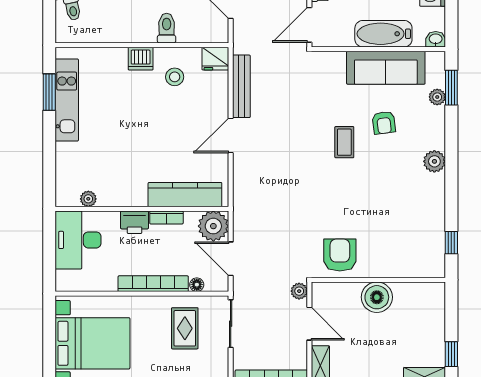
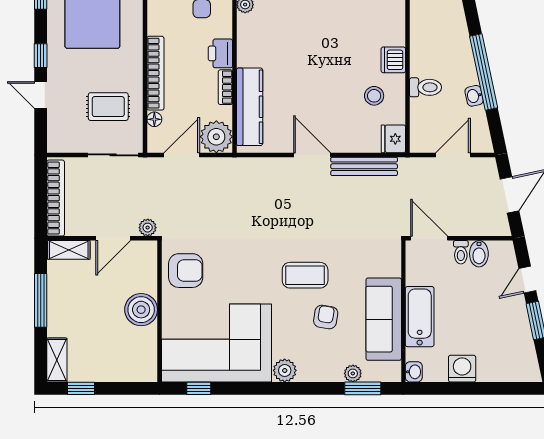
armchair: (384, 123) -> (326, 317), turned 106
coffee table: (344, 142) -> (305, 275), width x1.36, depth x1.30
corner sofa: (408, 226) -> (217, 343), added

